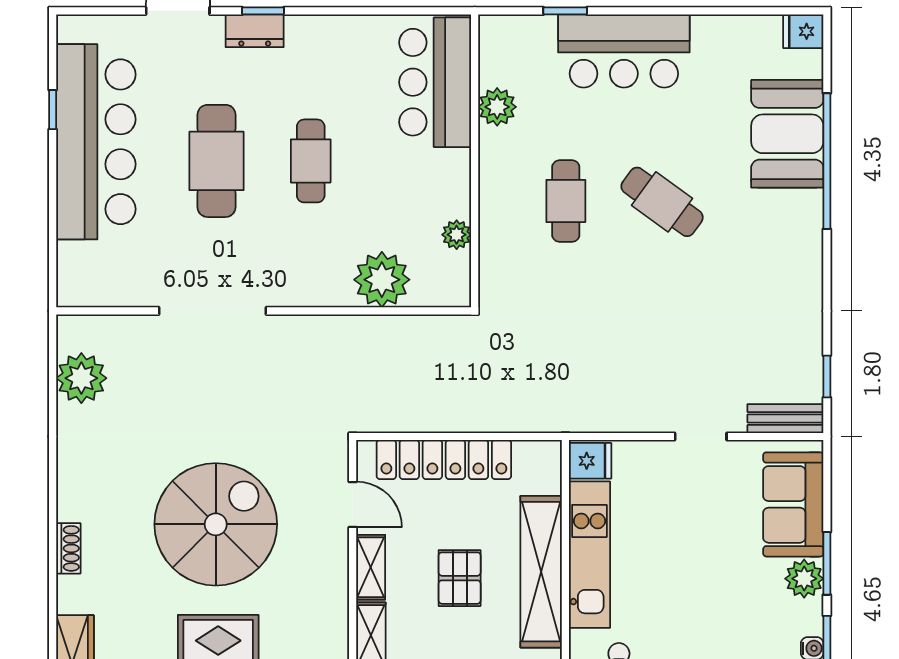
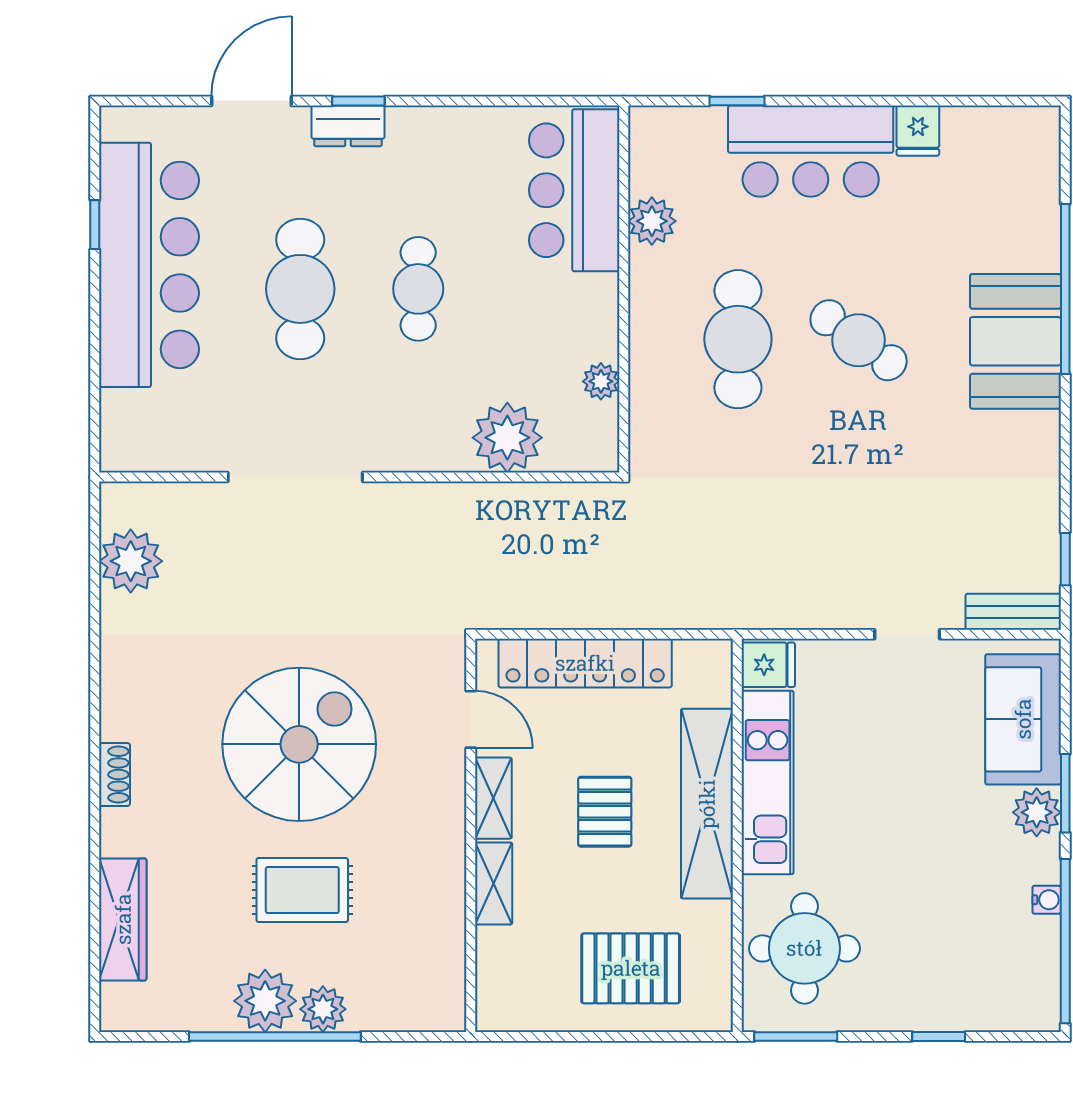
fridge: (803, 31) -> (918, 131), moved, turned -90
booth: (787, 134) -> (1016, 341), moved
cafe table: (566, 201) -> (738, 339), width x1.37, depth x1.35

